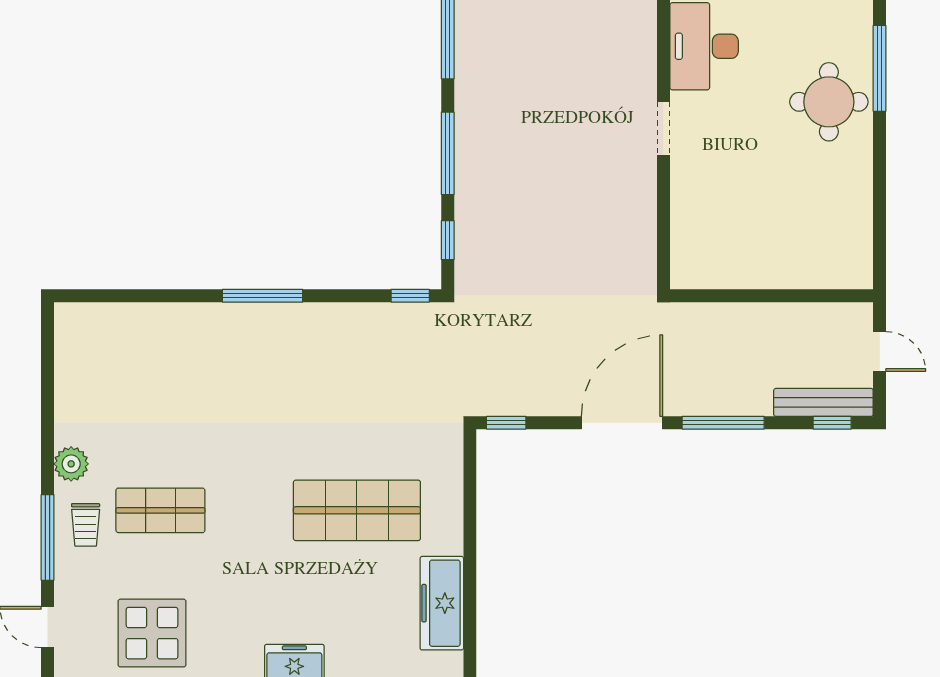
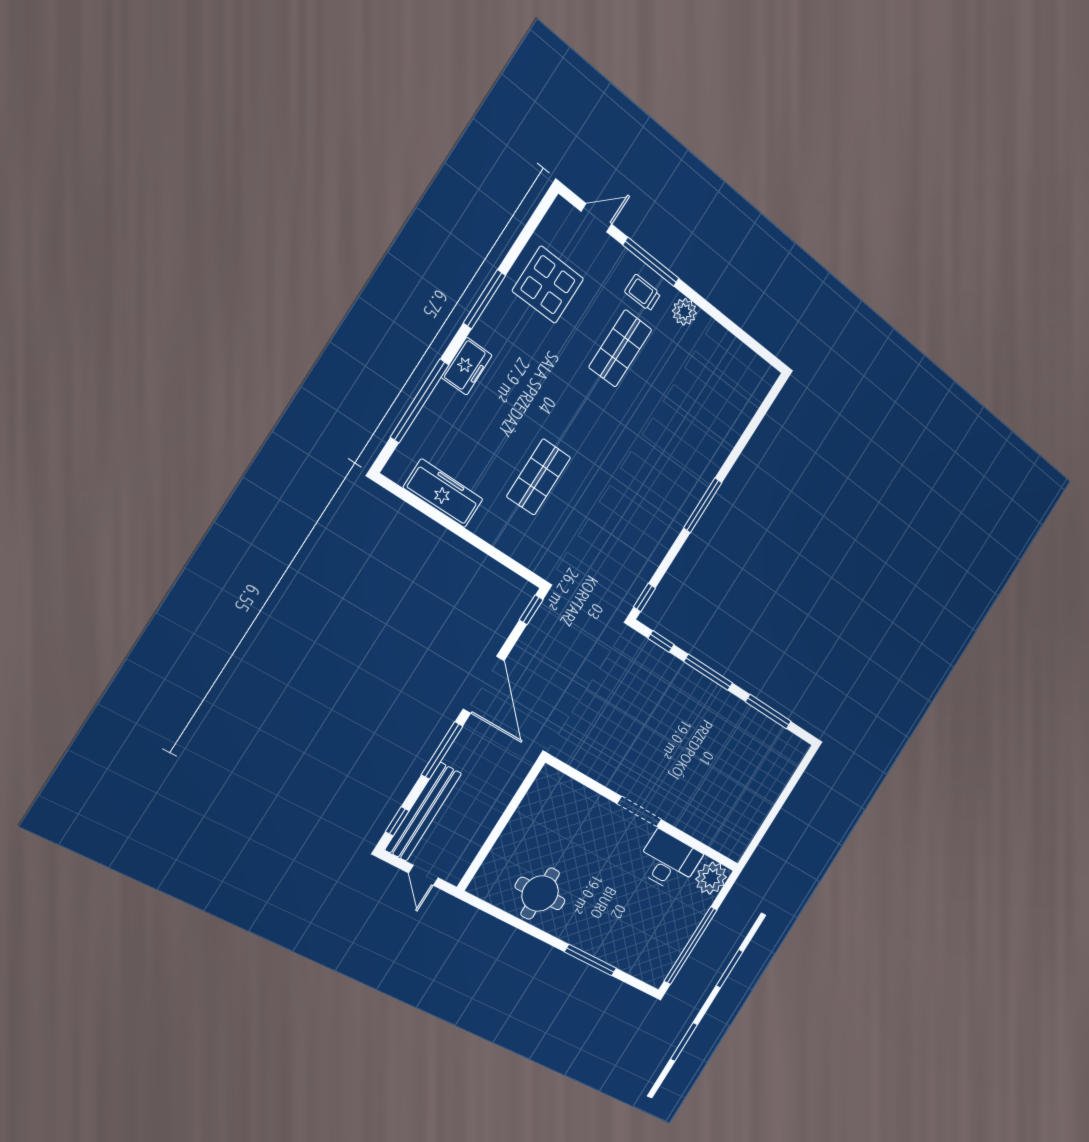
round table: (829, 102) -> (540, 894), moved
doorway: (664, 128) -> (639, 812), width x1.38
door: (880, 352) -> (423, 875), hinge flipped
bench: (823, 402) -> (423, 812), width x1.37, depth x1.21
shop shelf: (357, 510) -> (539, 477), width x0.70, depth x0.74

